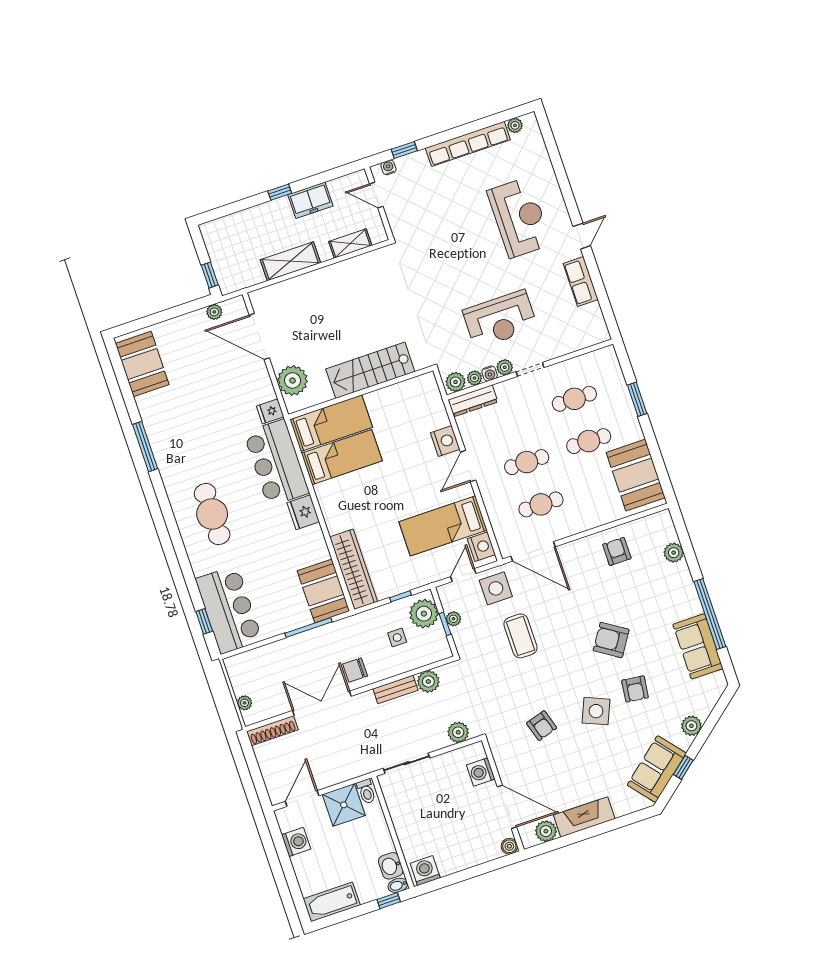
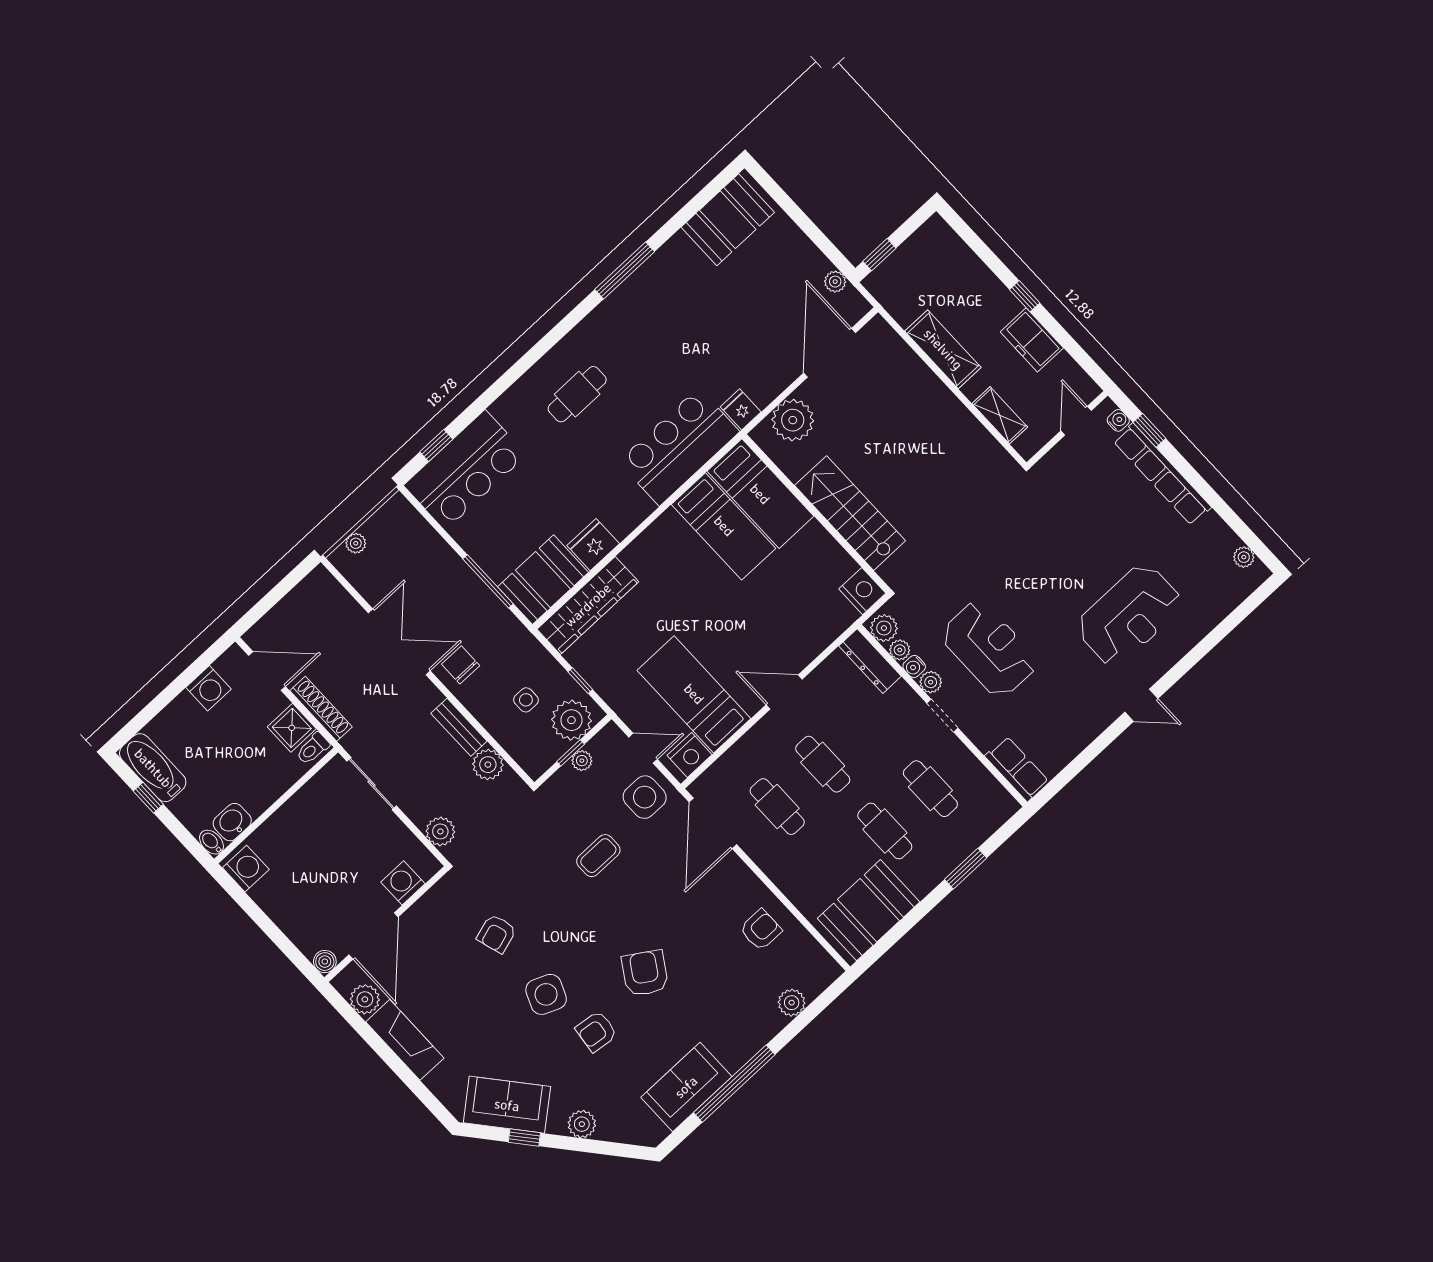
row of seats: (468, 144) -> (1162, 474), moved
row of seats: (581, 282) -> (1017, 769), moved, turned 90
reception desk: (500, 319) -> (989, 649), turned 180
nightstand: (445, 441) -> (862, 591), moved, turned -90
fridge: (303, 512) -> (593, 545), moved
cafe table: (212, 514) -> (577, 394), width x0.73, depth x0.74
coffee table: (520, 636) -> (598, 856), width x0.73, depth x0.77
shoe rack: (272, 731) -> (321, 709), moved, turned 180
shower: (344, 805) -> (292, 728), width x0.73, depth x0.73
window: (389, 901) -> (148, 798), moved

